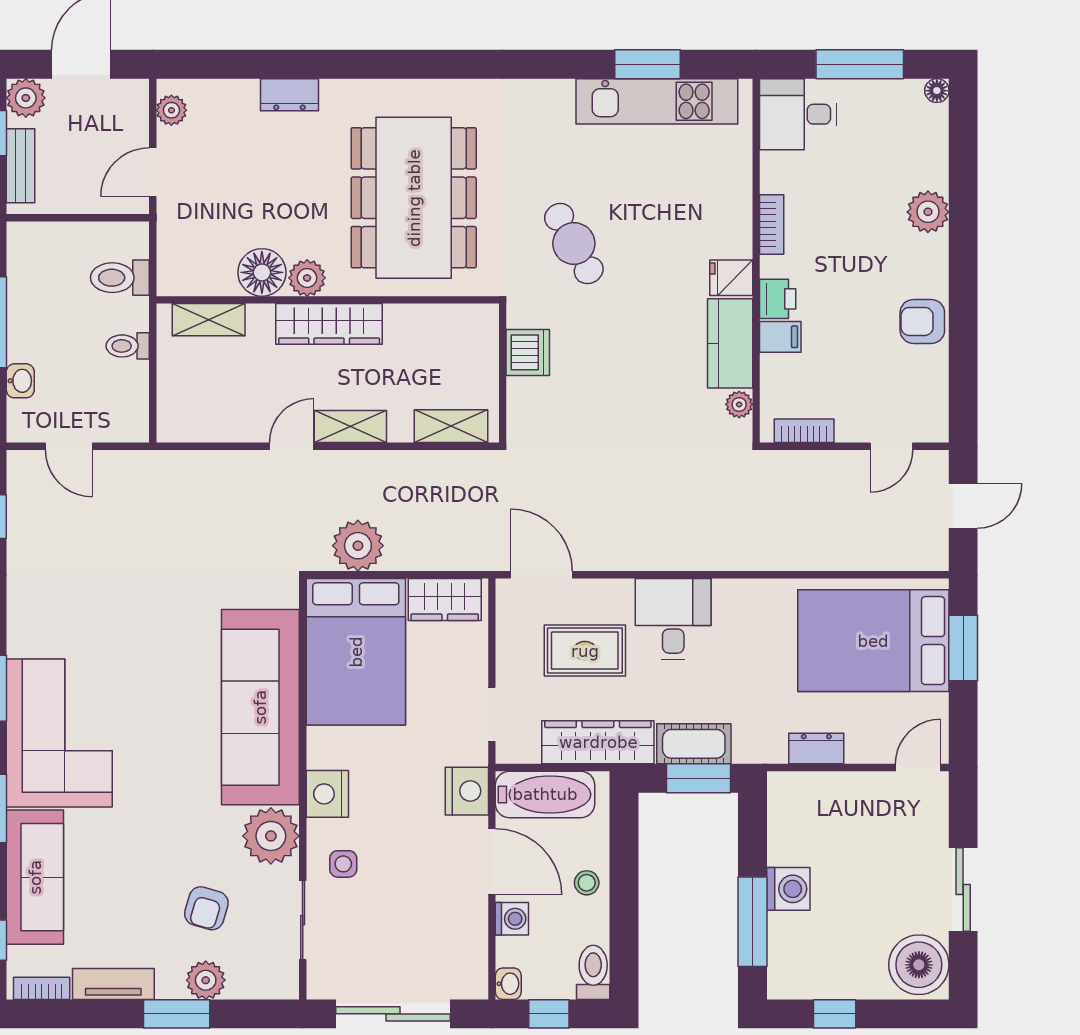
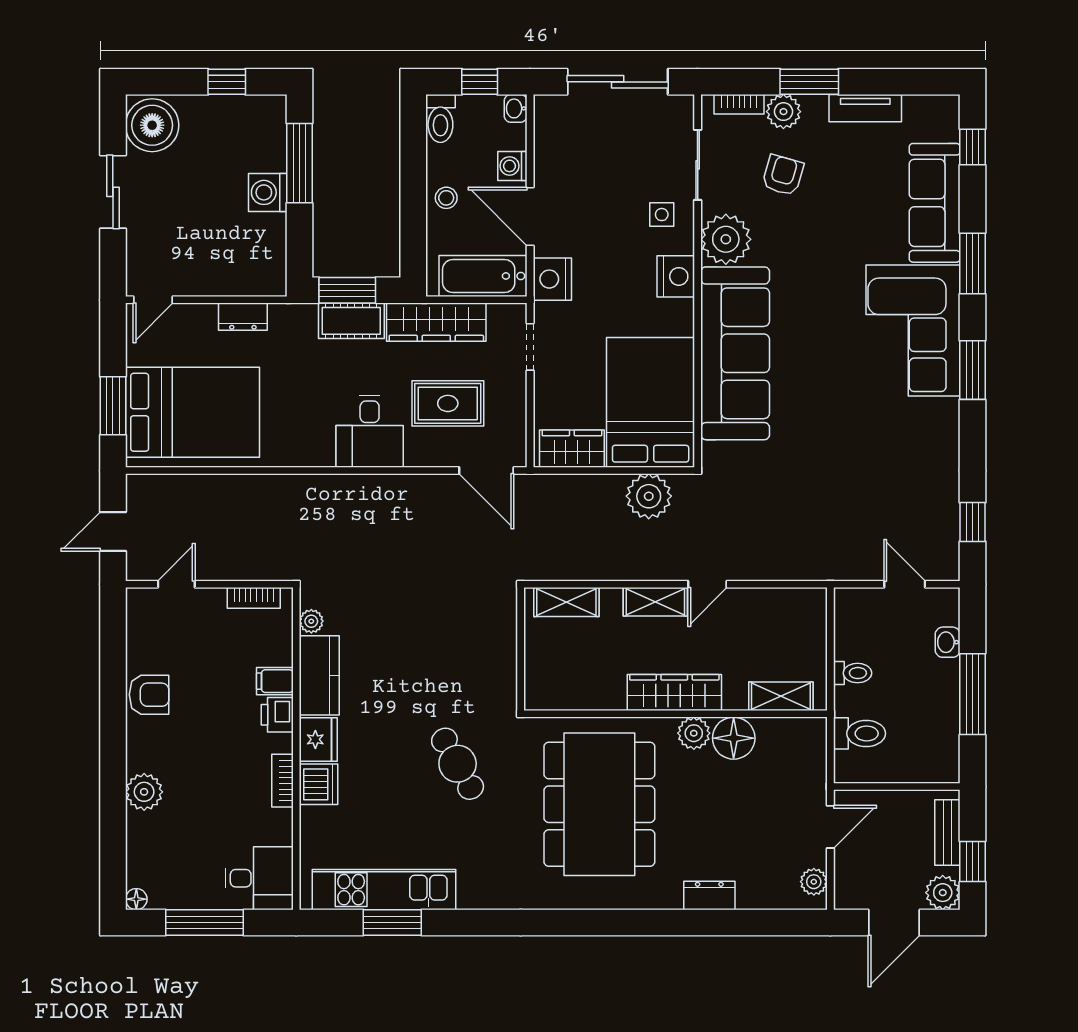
fridge: (731, 278) -> (318, 739), width x1.38
dishwasher: (528, 352) -> (319, 784), moved, turned 180
bookcase: (42, 988) -> (739, 104), moved

